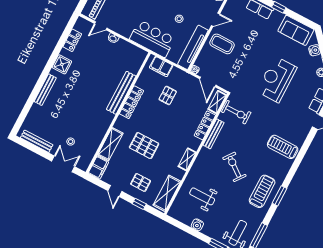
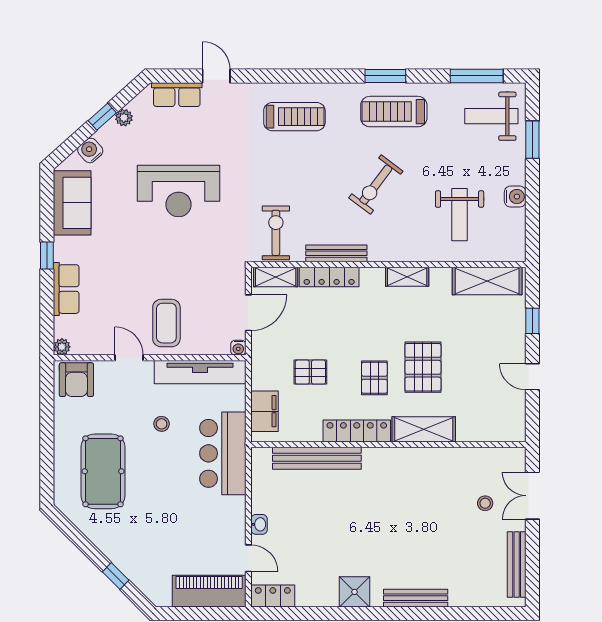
locker: (72, 40) -> (273, 596), moved
bench: (121, 93) -> (317, 458), moved
shelving: (110, 144) -> (424, 429), moved
treadmill: (283, 147) -> (294, 117), turned -90
filing cabinet: (98, 168) -> (506, 429), removed
pallet: (141, 182) -> (374, 378), moved
door: (115, 191) -> (532, 377), swing flipped

